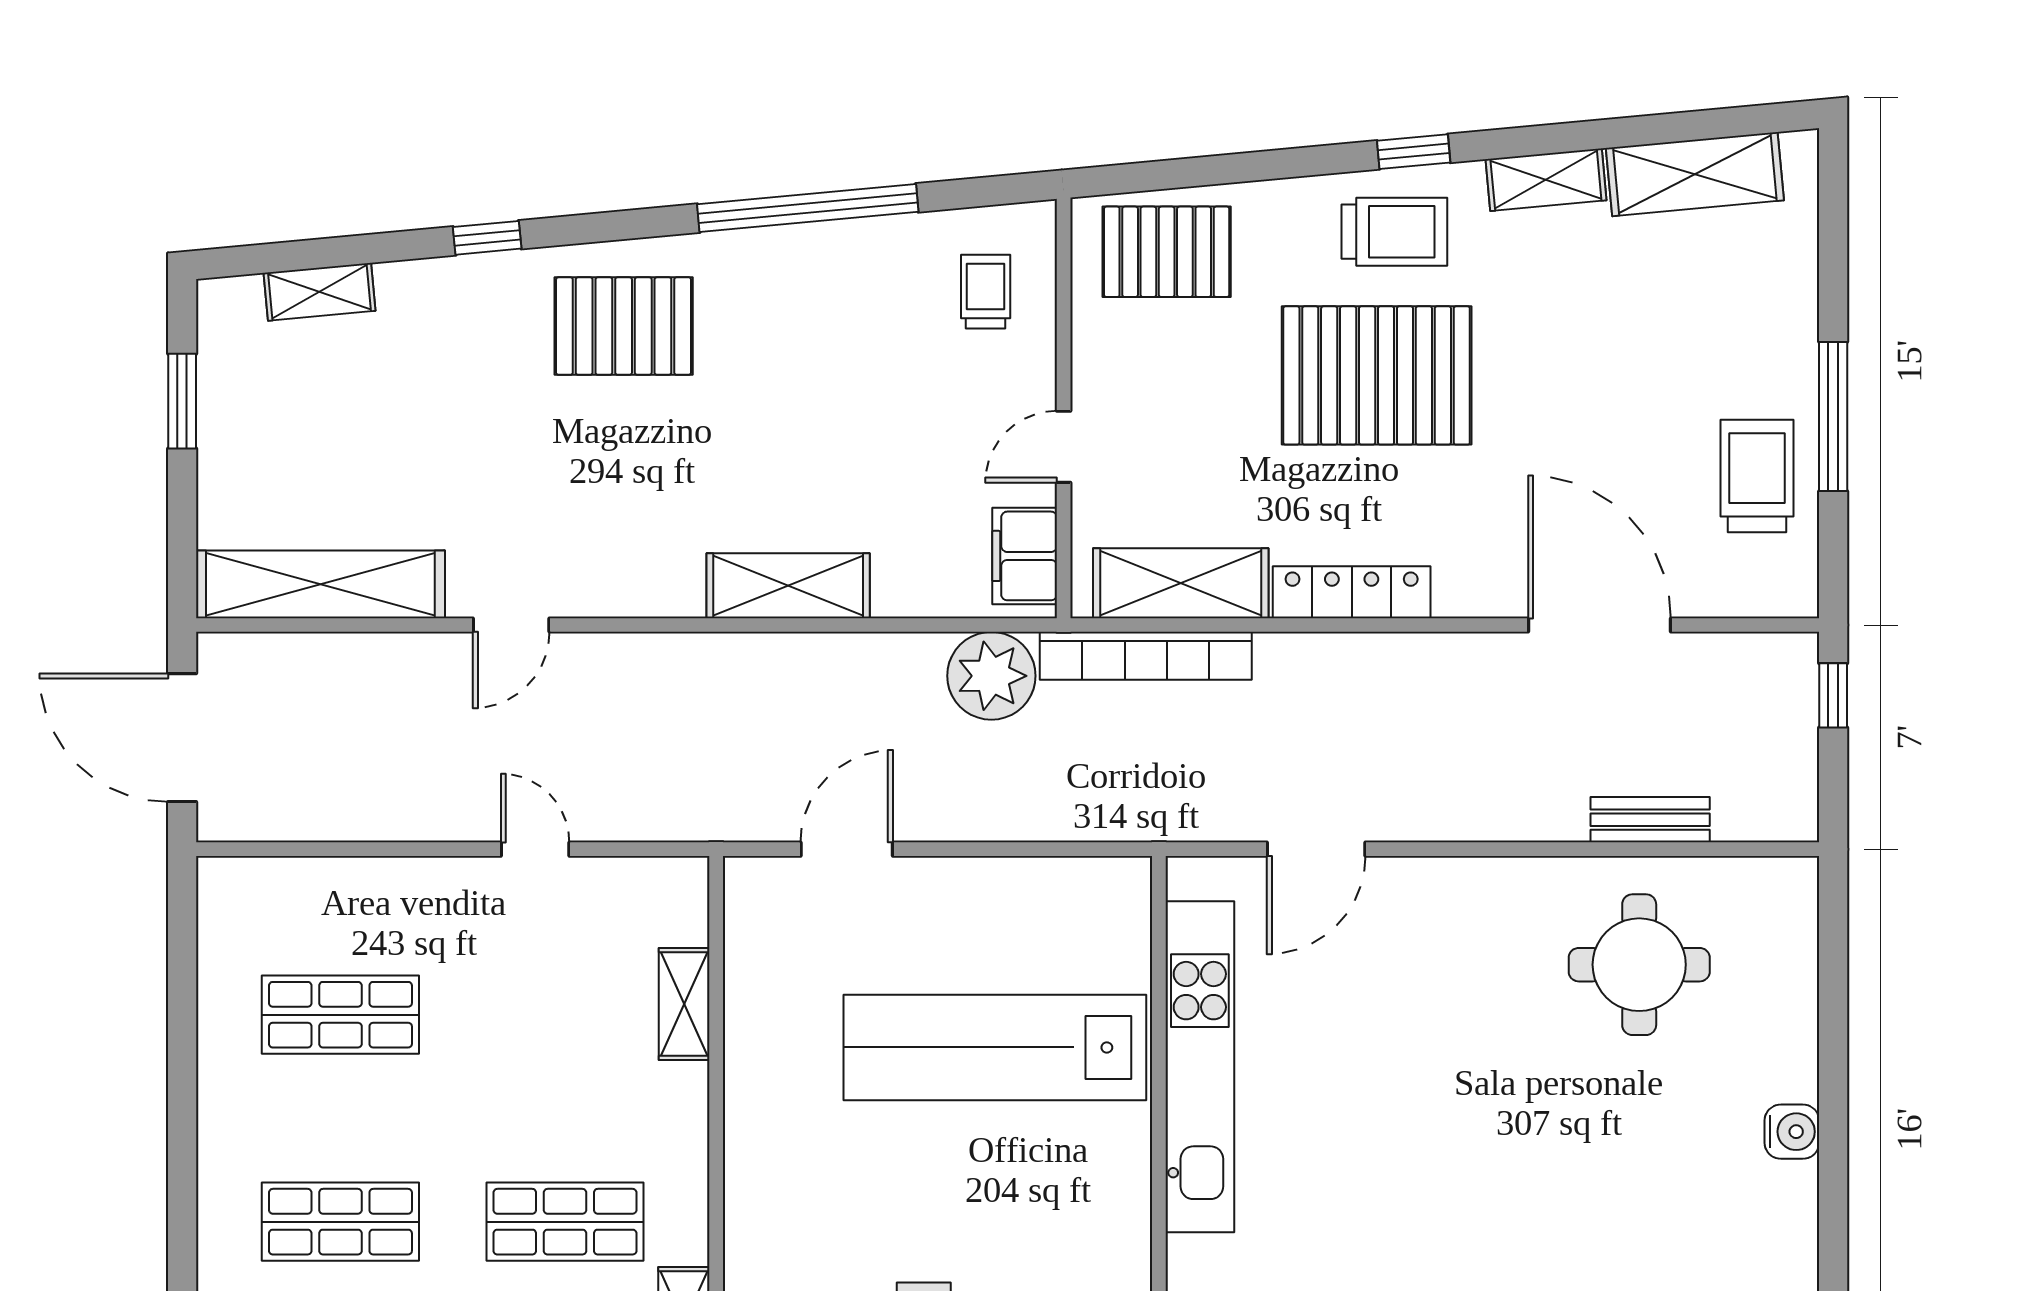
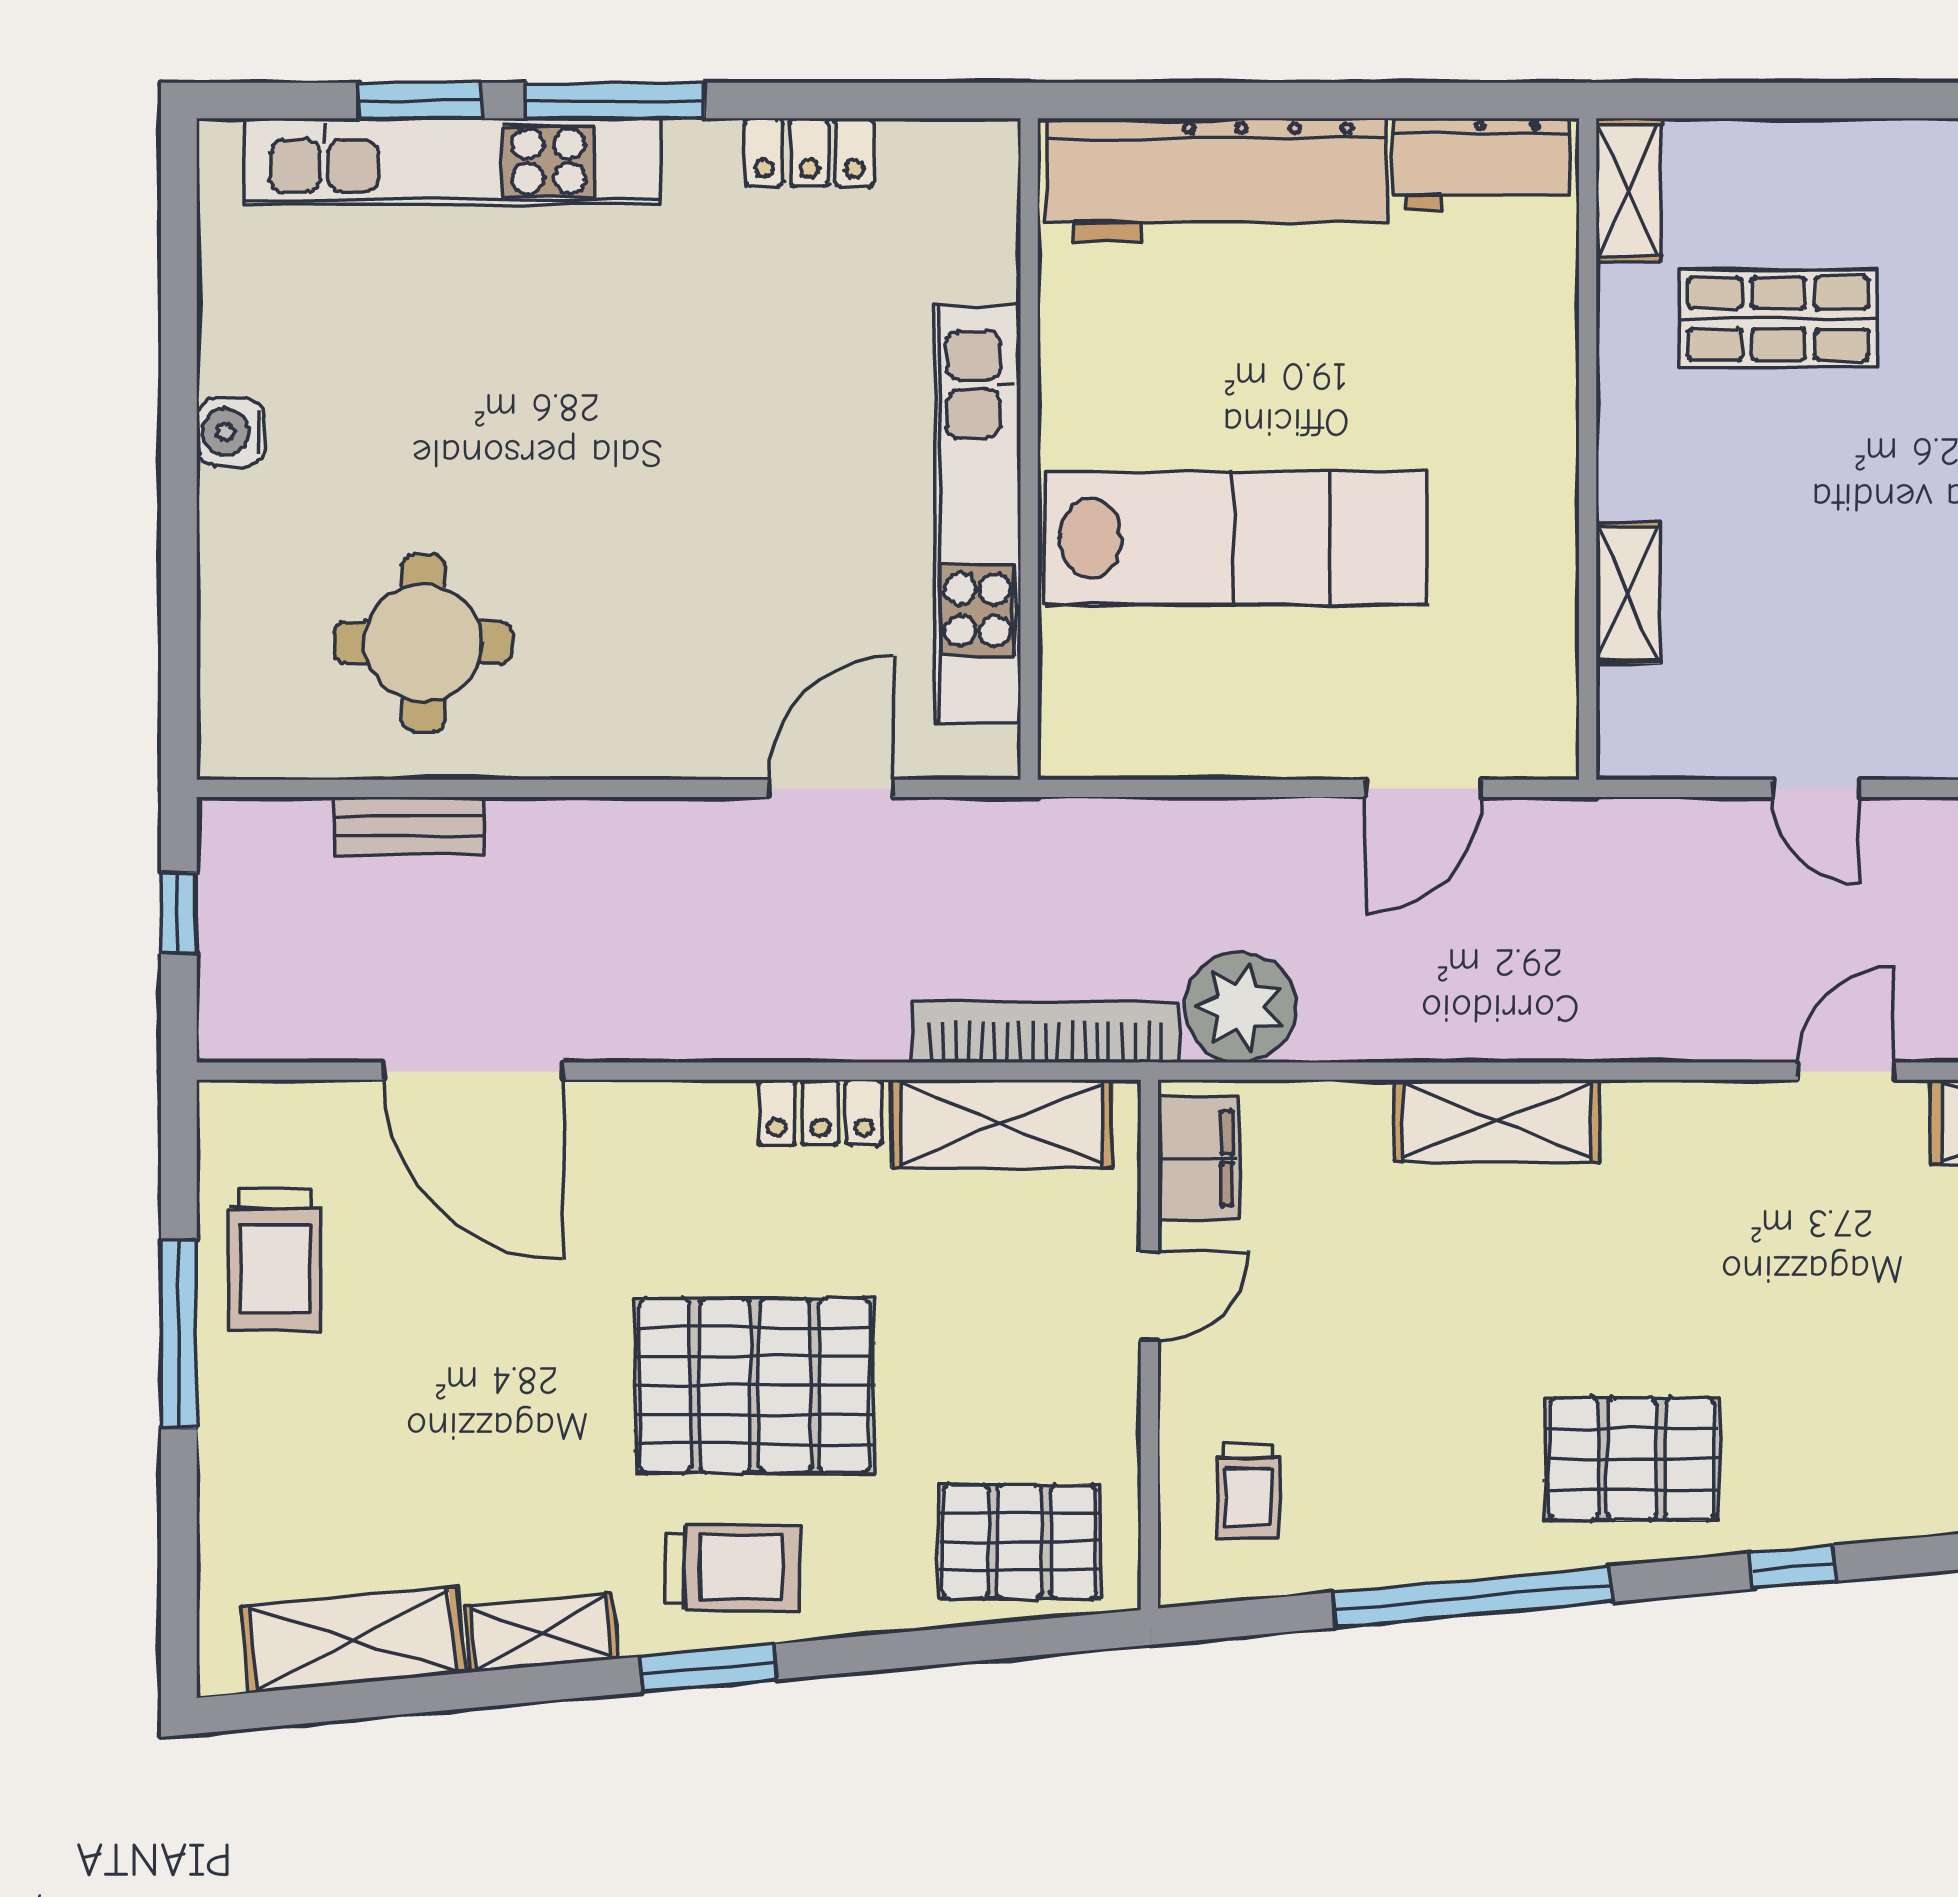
window: (1414, 152) -> (708, 1668), width x1.50
trolley: (1394, 232) -> (732, 1567), turned 180
window: (487, 238) -> (1793, 1567), moved
pallet: (624, 326) -> (1632, 1459), moved
locker: (1352, 592) -> (820, 1112), width x0.66
window: (1833, 695) -> (179, 913), moved

